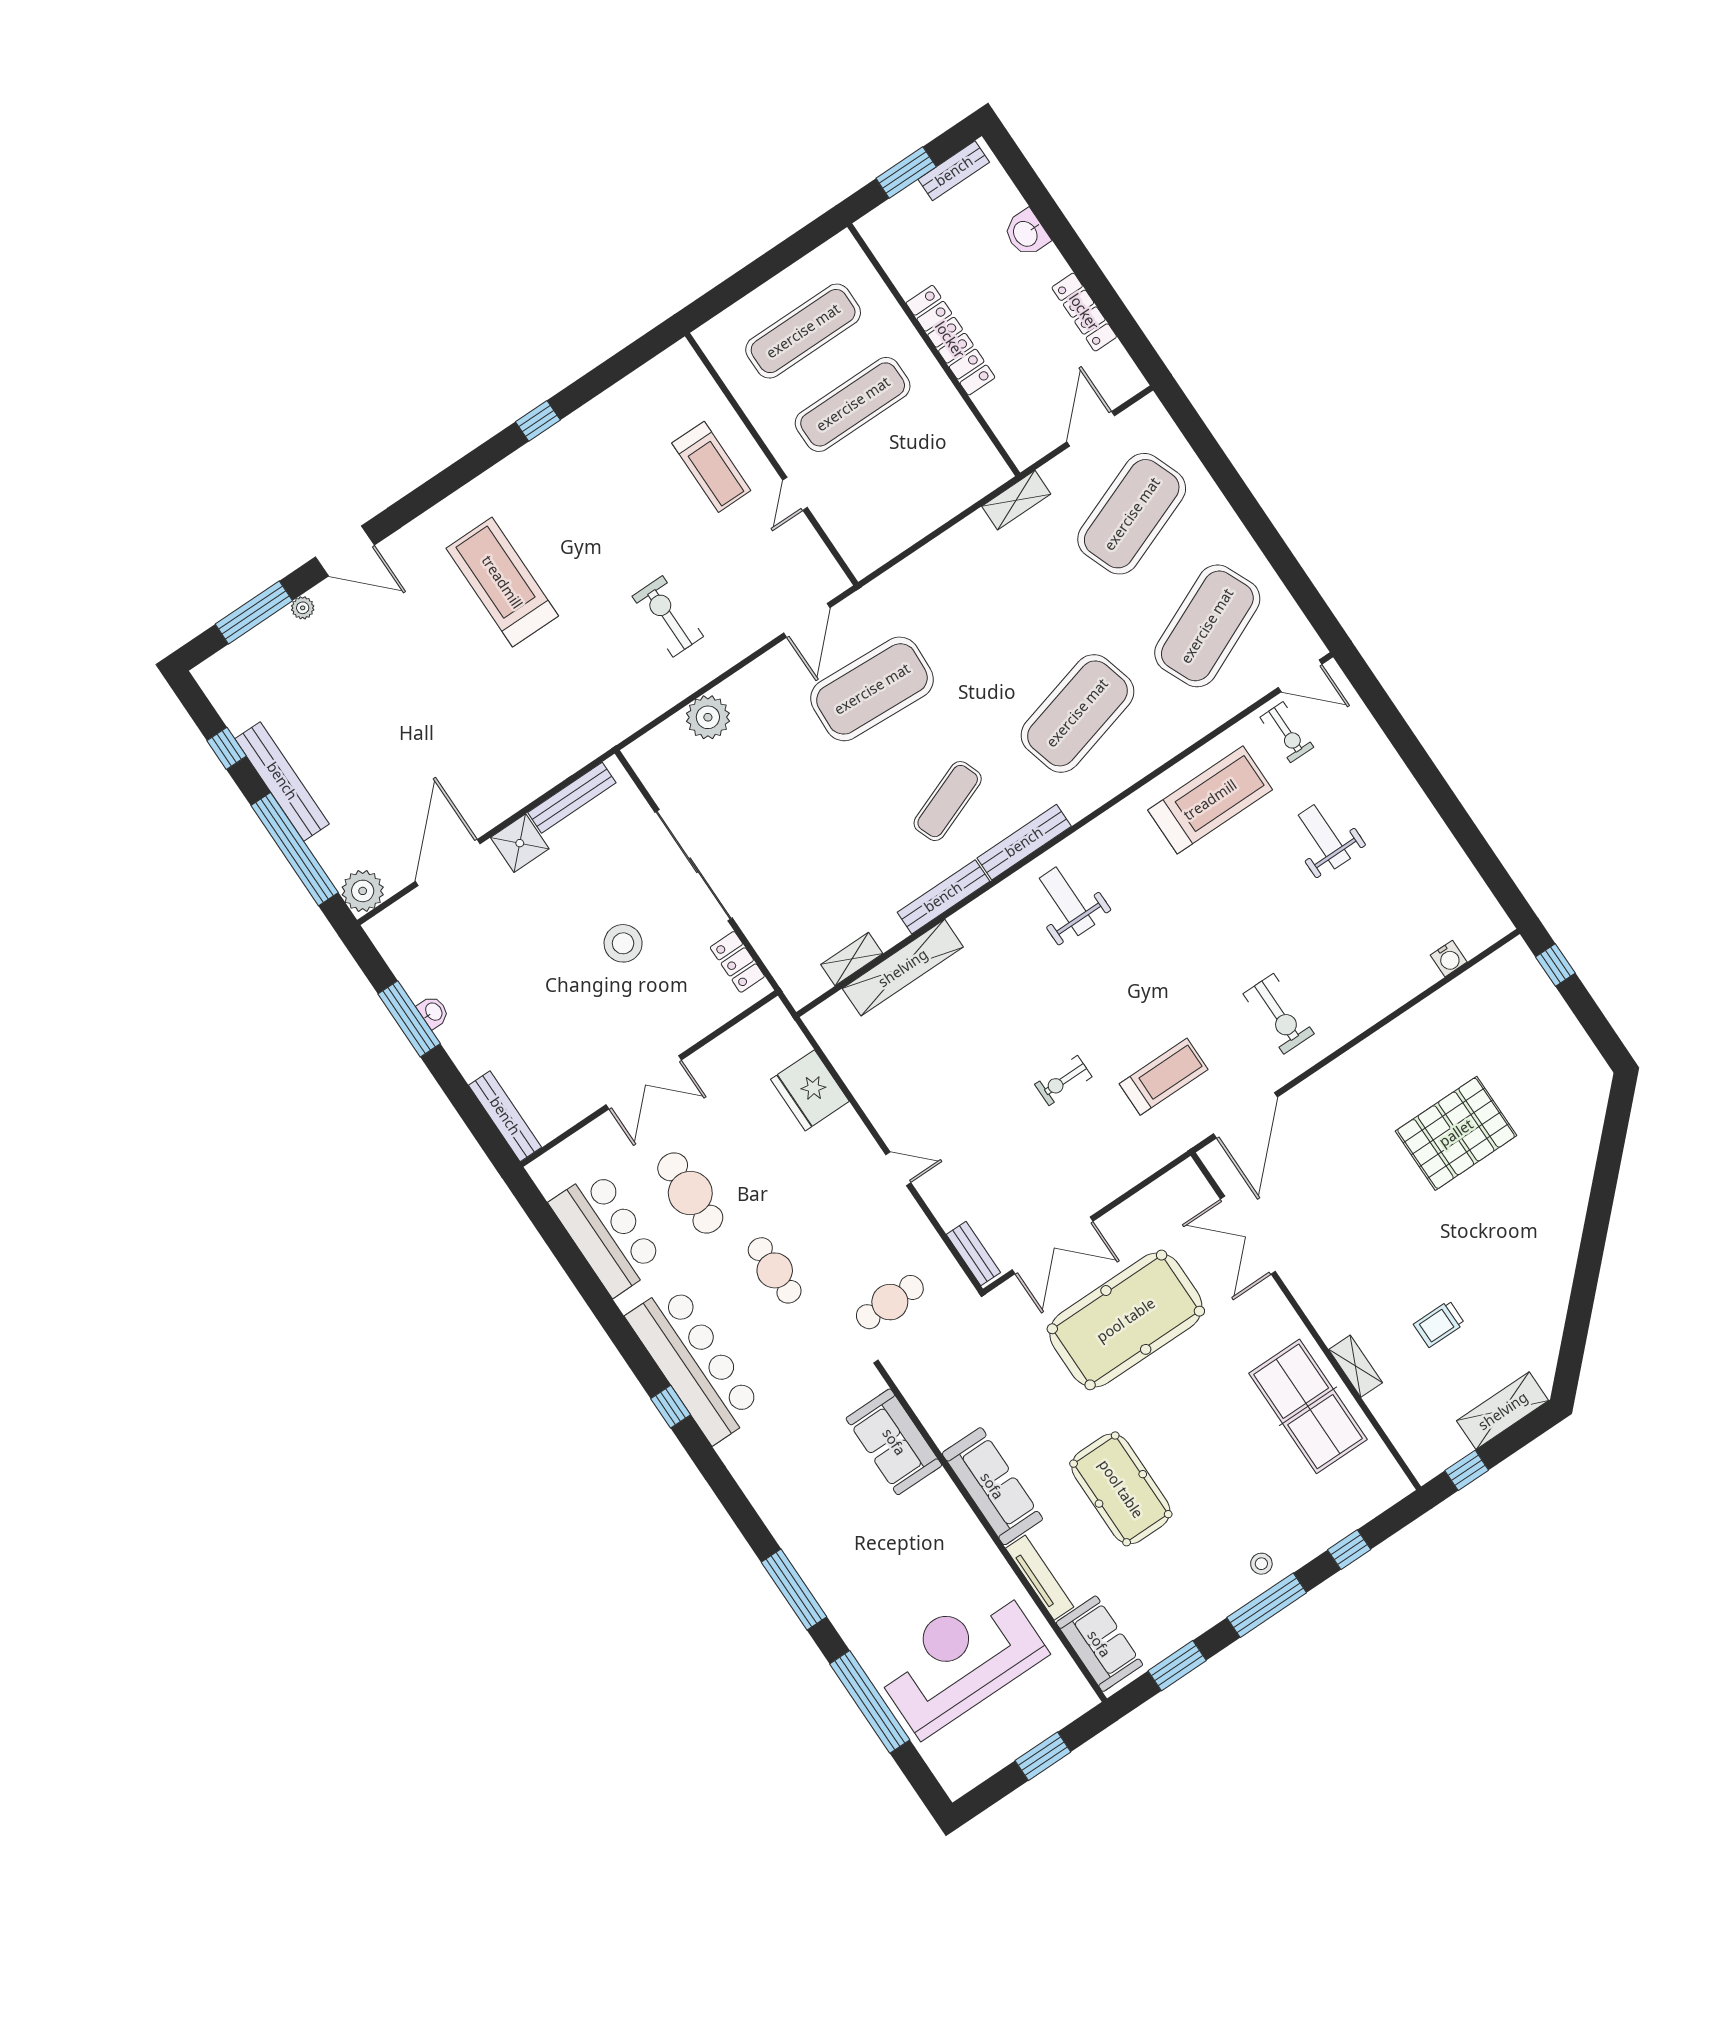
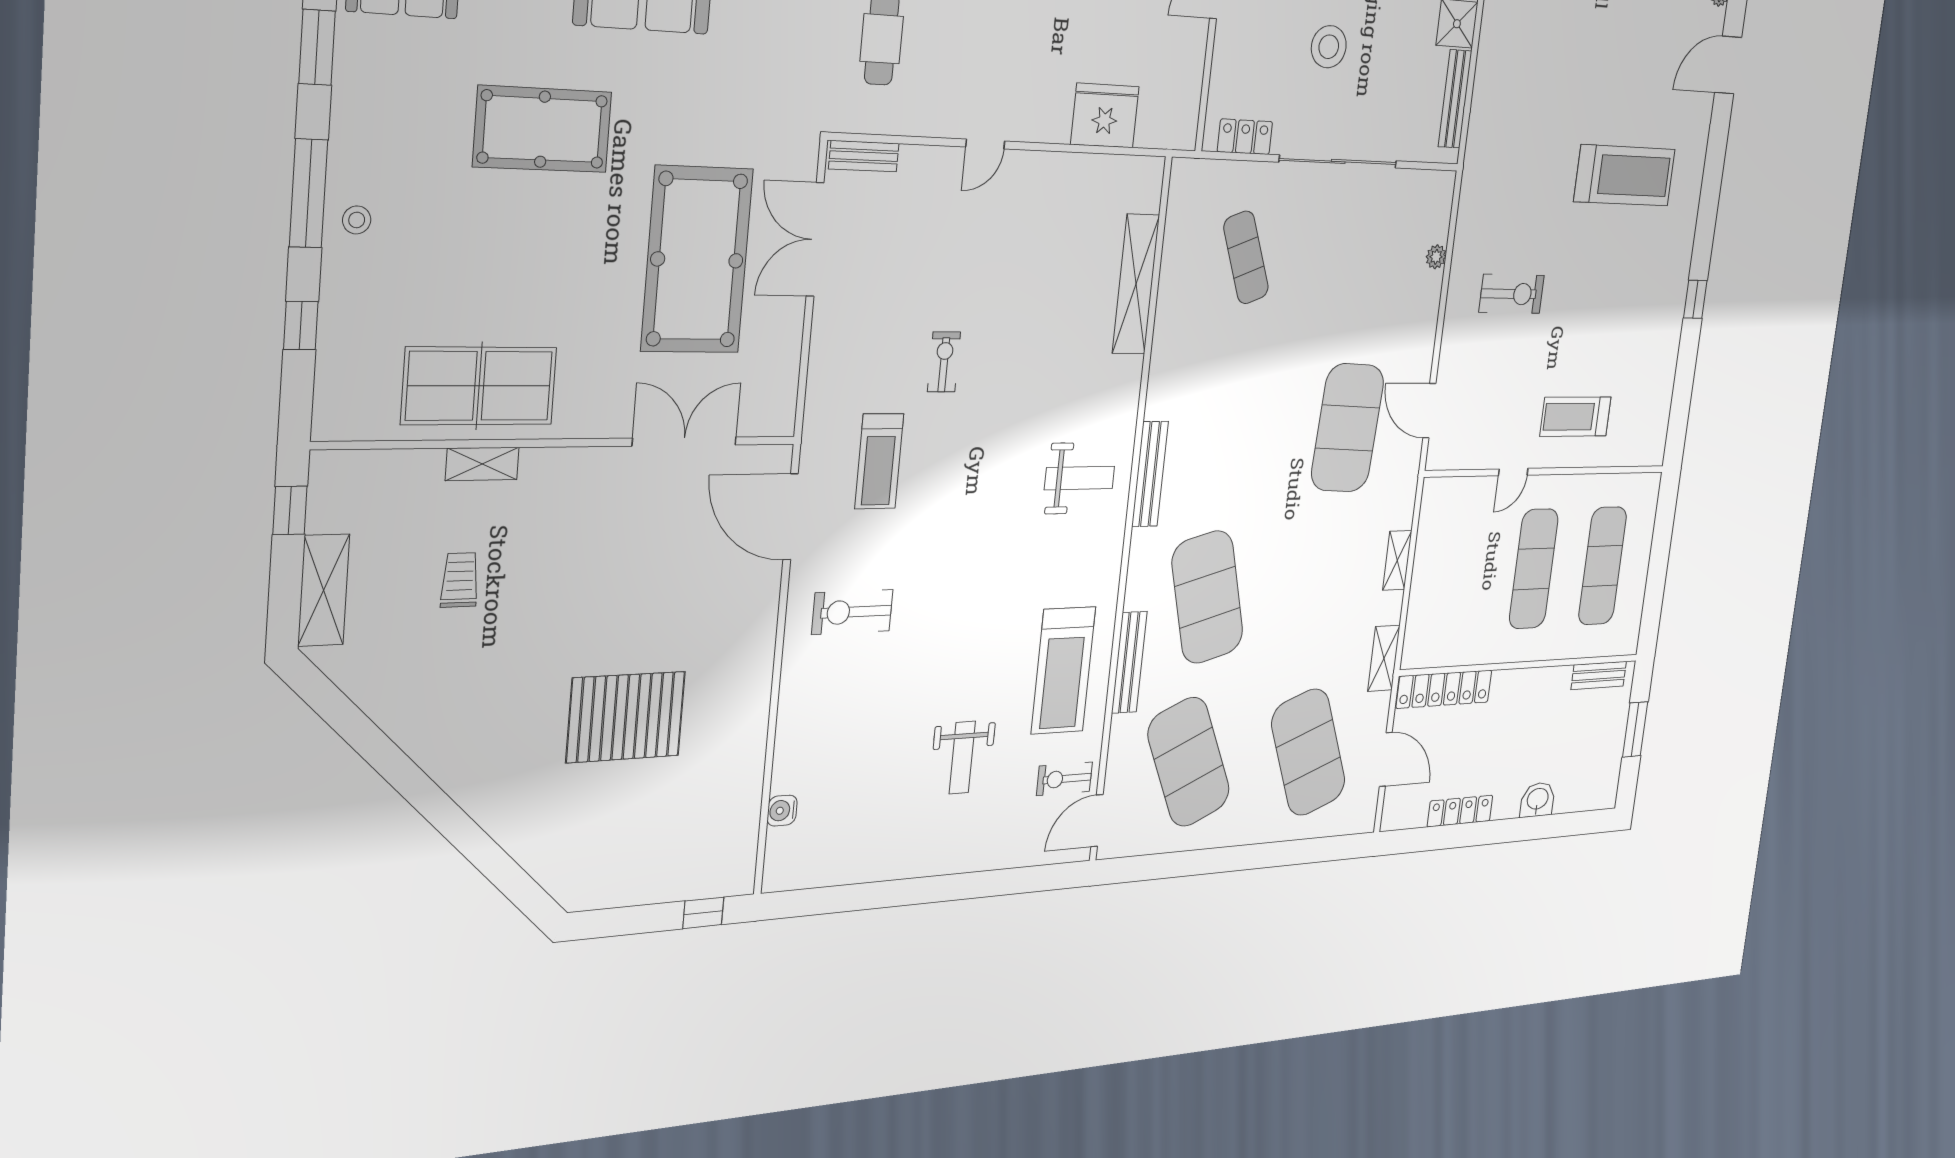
bench: (954, 171) -> (1599, 675), moved, turned 90
locker: (950, 340) -> (1444, 689), moved
door: (795, 494) -> (1513, 472), swing flipped
plant: (708, 717) -> (1436, 257), width x0.53, depth x0.53
exercise mat: (948, 801) -> (1246, 257), moved
weight bench: (1324, 837) -> (962, 758), turned 90
bench: (943, 897) -> (1129, 662), moved
shelving: (852, 959) -> (1397, 560), moved
pallet: (1456, 1133) -> (626, 717), turned 90

